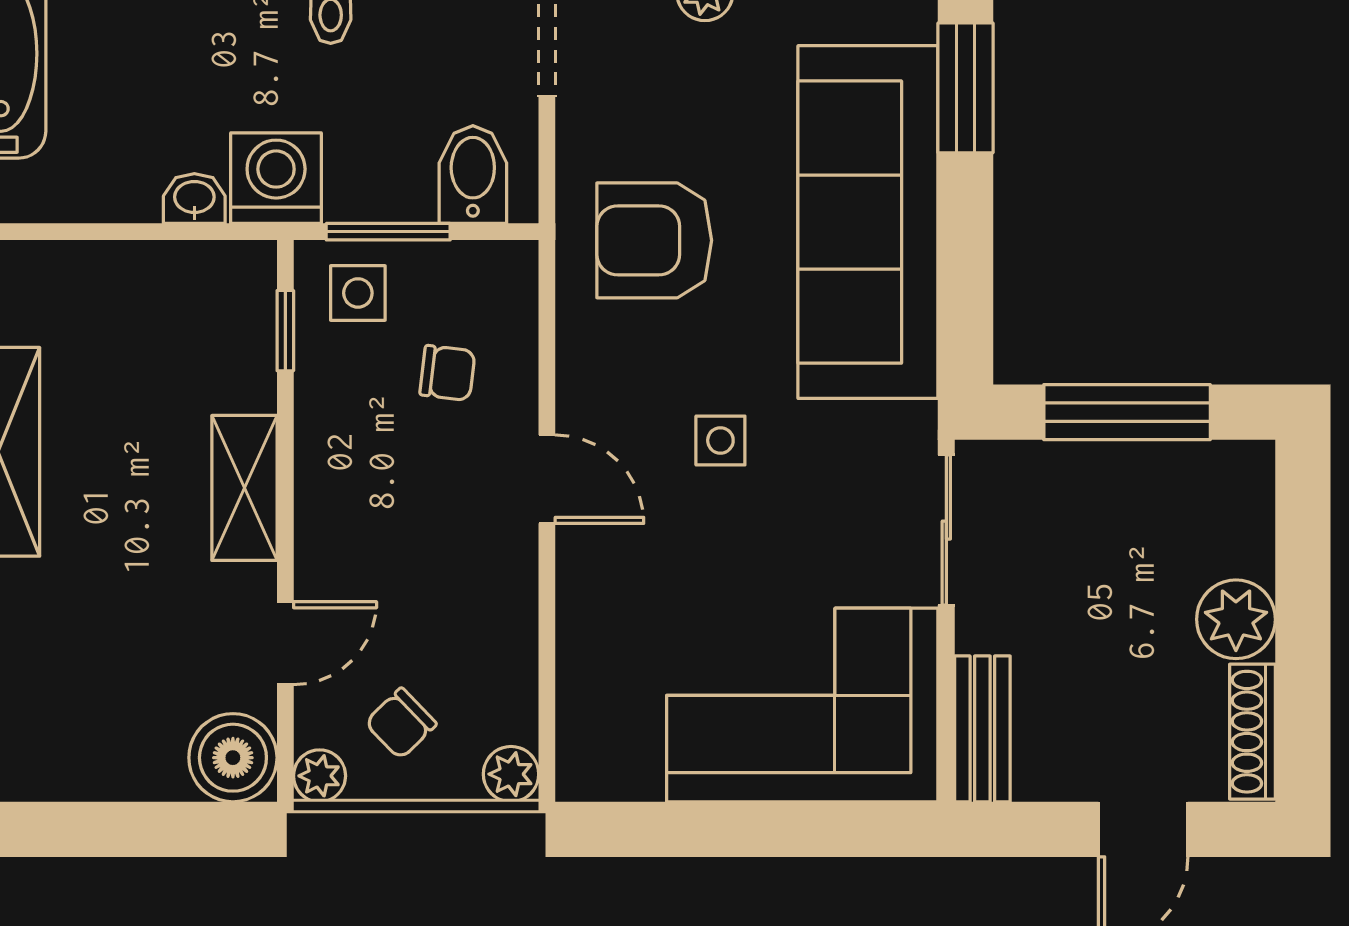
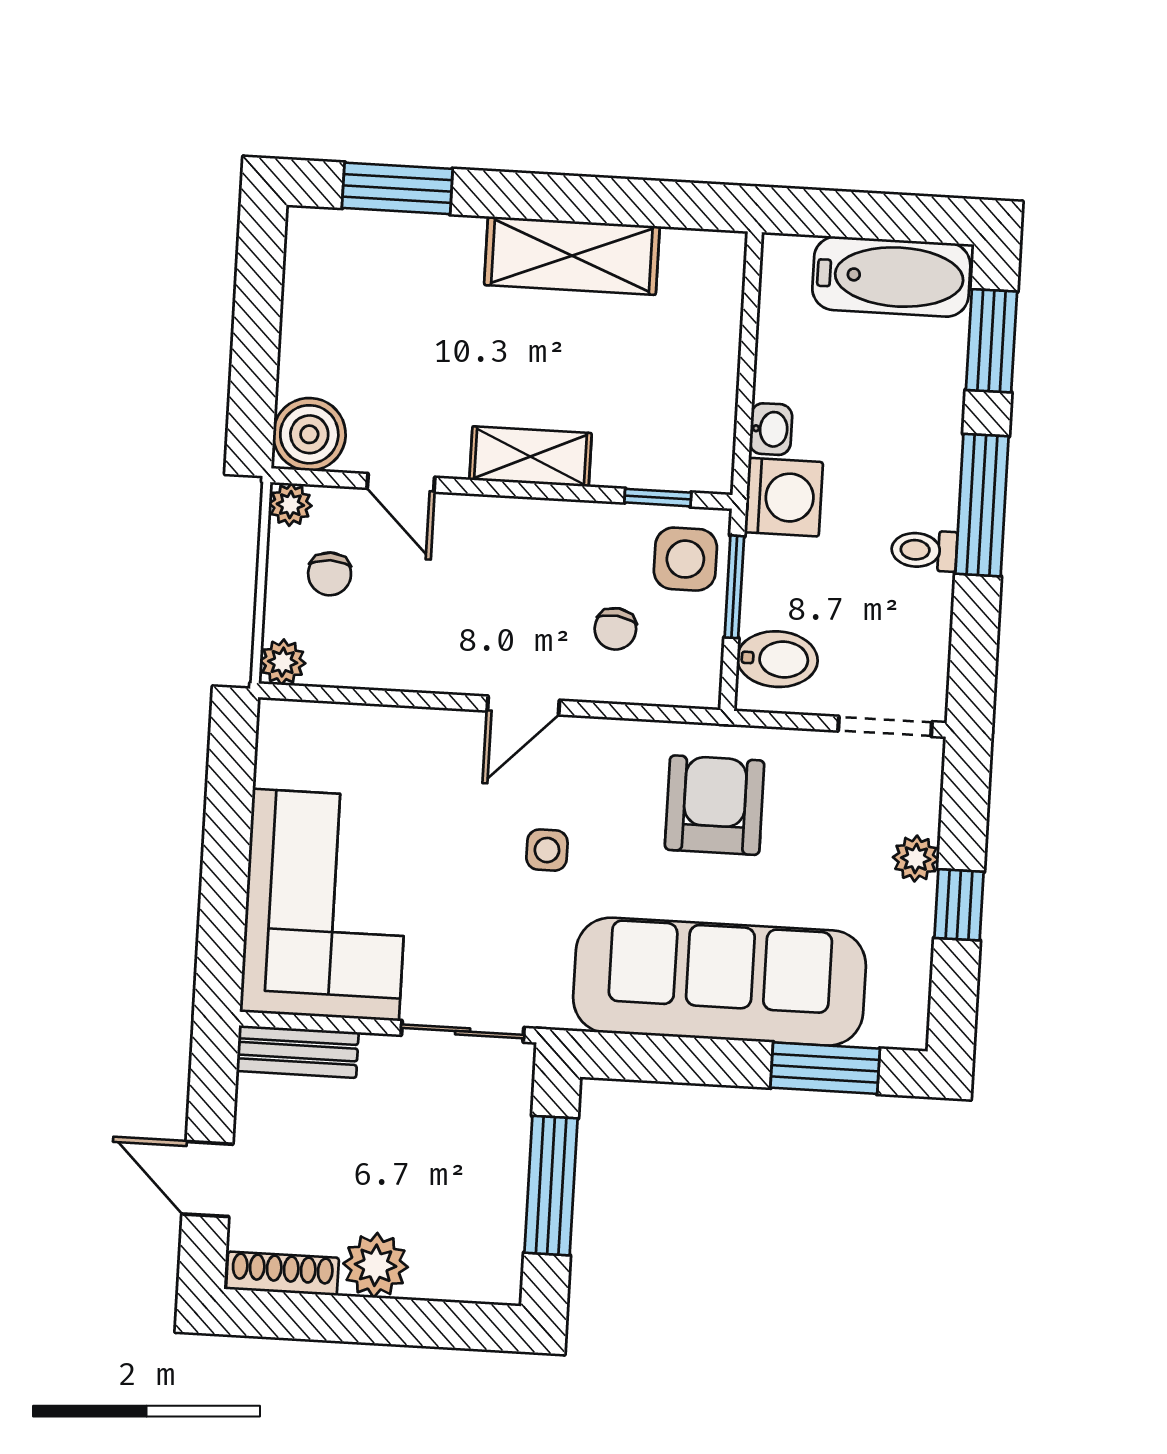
side table: (358, 293) -> (685, 559), width x1.37, depth x1.37
chair: (401, 723) -> (330, 574), turned -136

